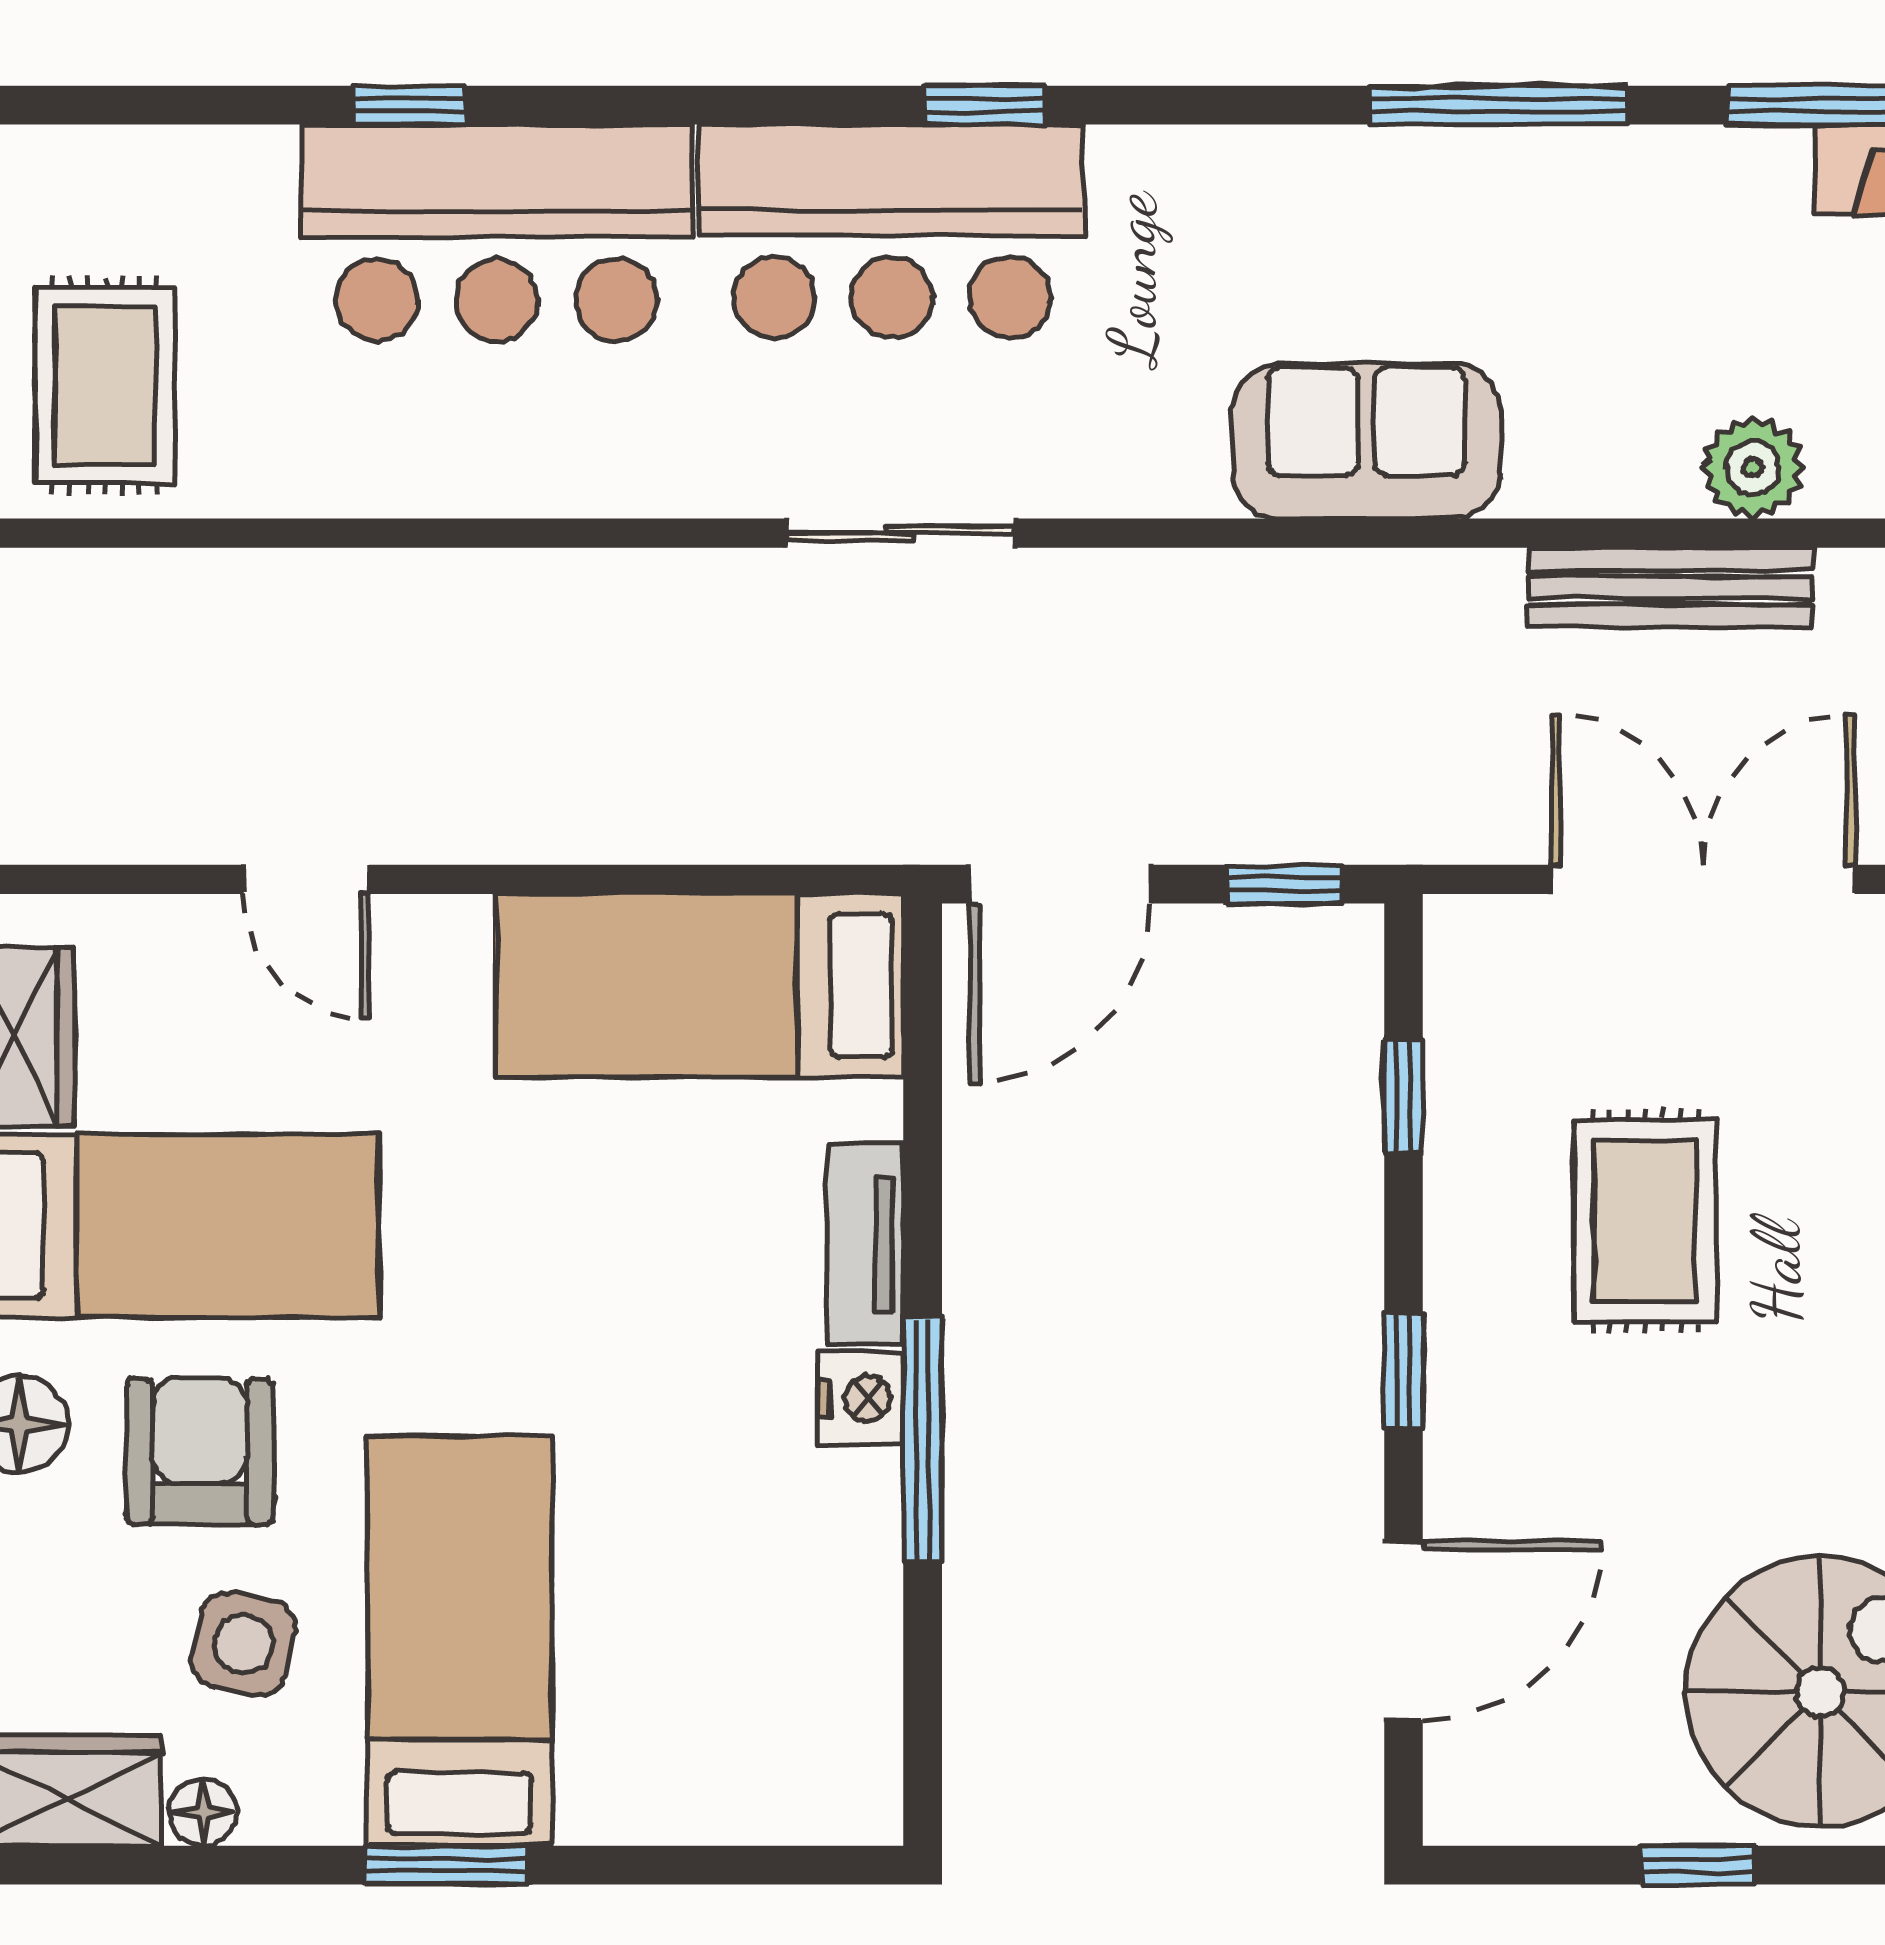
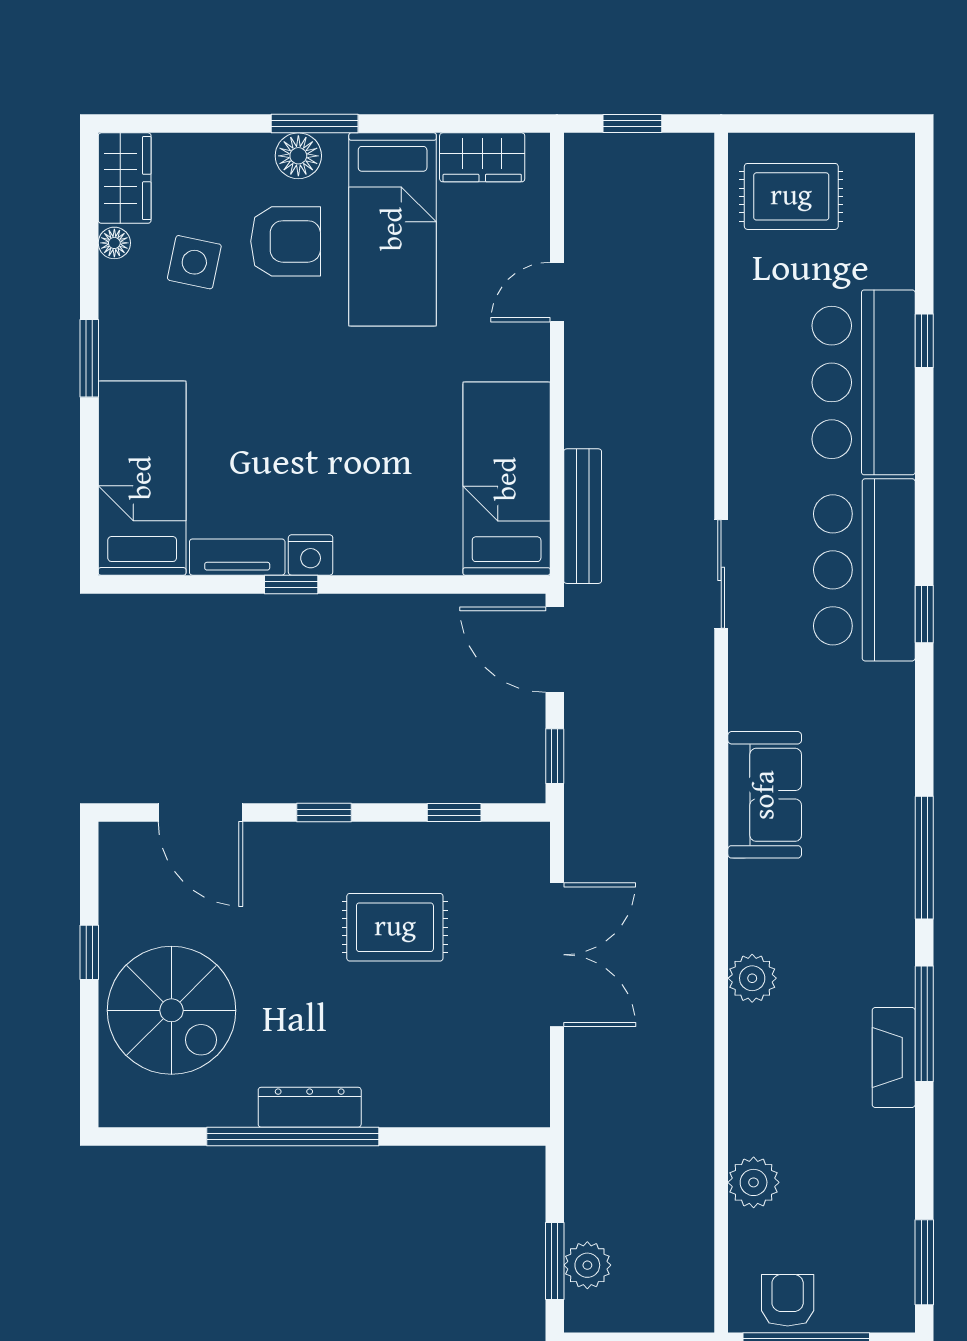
bench: (1670, 587) -> (583, 516), moved
tv unit: (865, 1244) -> (237, 557), moved
window: (923, 1440) -> (291, 584), width x0.46
bed: (460, 1641) -> (142, 478), moved, turned -90

